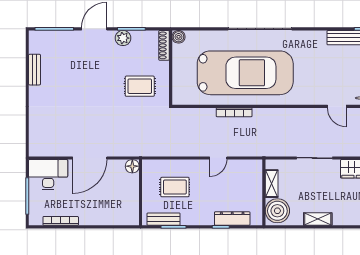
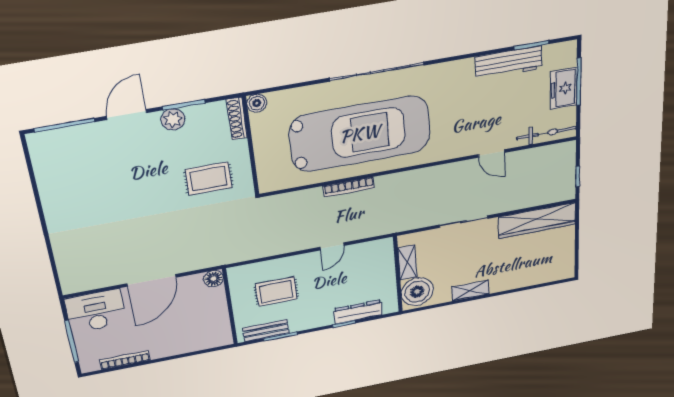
bench: (35, 70) -> (46, 185), removed

